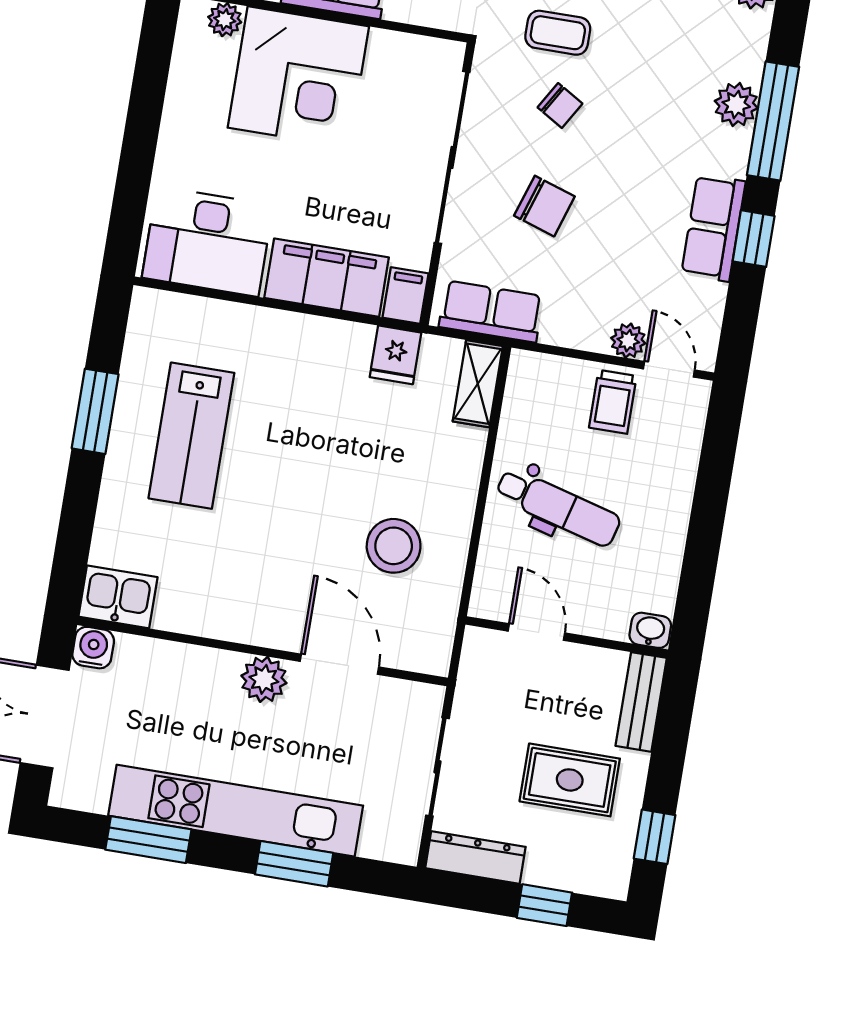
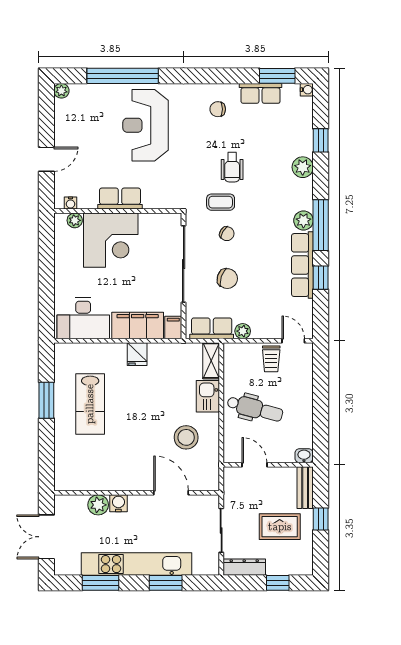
row of seats: (713, 228) -> (302, 265), width x1.48
plant: (628, 341) -> (243, 331), moved
fridge: (395, 355) -> (137, 354), moved
kitchen sink: (118, 597) -> (208, 396), moved, turned -90
water cooler: (93, 648) -> (118, 503), moved
plant: (264, 679) -> (98, 505), moved
window: (655, 837) -> (321, 519), moved

